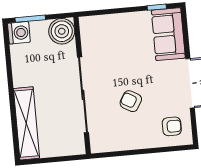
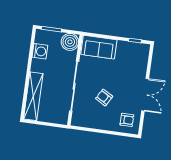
washing machine: (19, 33) -> (40, 51), moved
sofa: (168, 34) -> (99, 47), moved, turned -90

